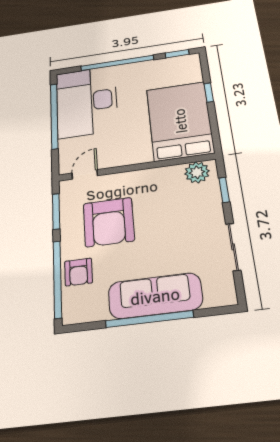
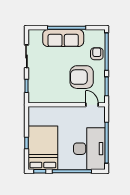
bed: (180, 121) -> (43, 148), moved, turned 180
plant: (197, 172) -> (38, 97), removed
door: (85, 174) -> (92, 105), swing flipped
armchair: (109, 222) -> (82, 77), turned -90

